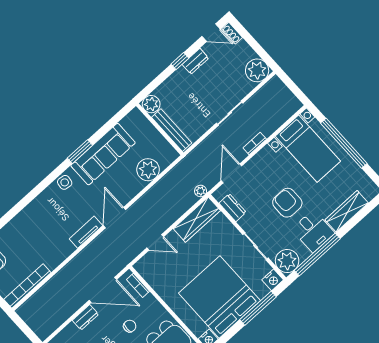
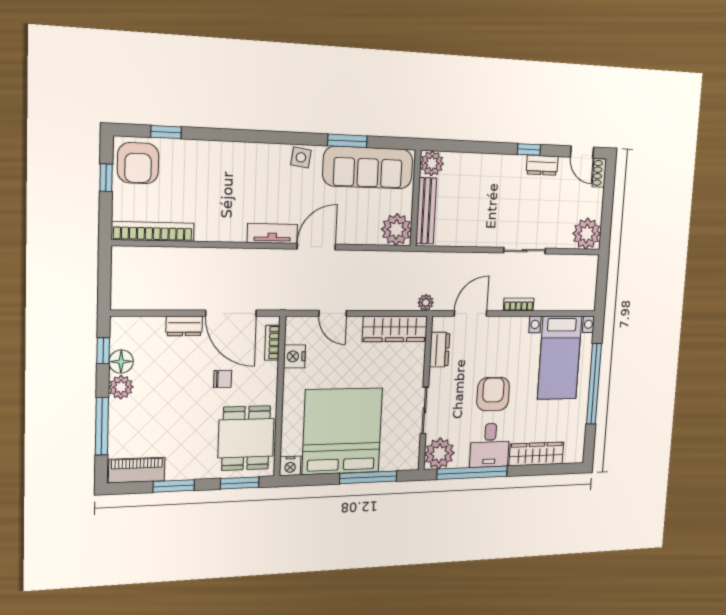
plant: (151, 104) -> (432, 163), moved
wall: (160, 129) -> (416, 198), moved
bench: (172, 130) -> (426, 211), moved
nightstand: (273, 280) -> (295, 356), moved, turned 90

